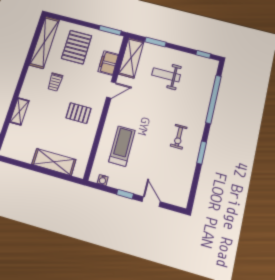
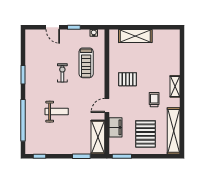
weight bench: (166, 75) -> (57, 112), moved
shelving: (19, 111) -> (175, 86), moved
exercise bike: (179, 137) -> (62, 73), moved

